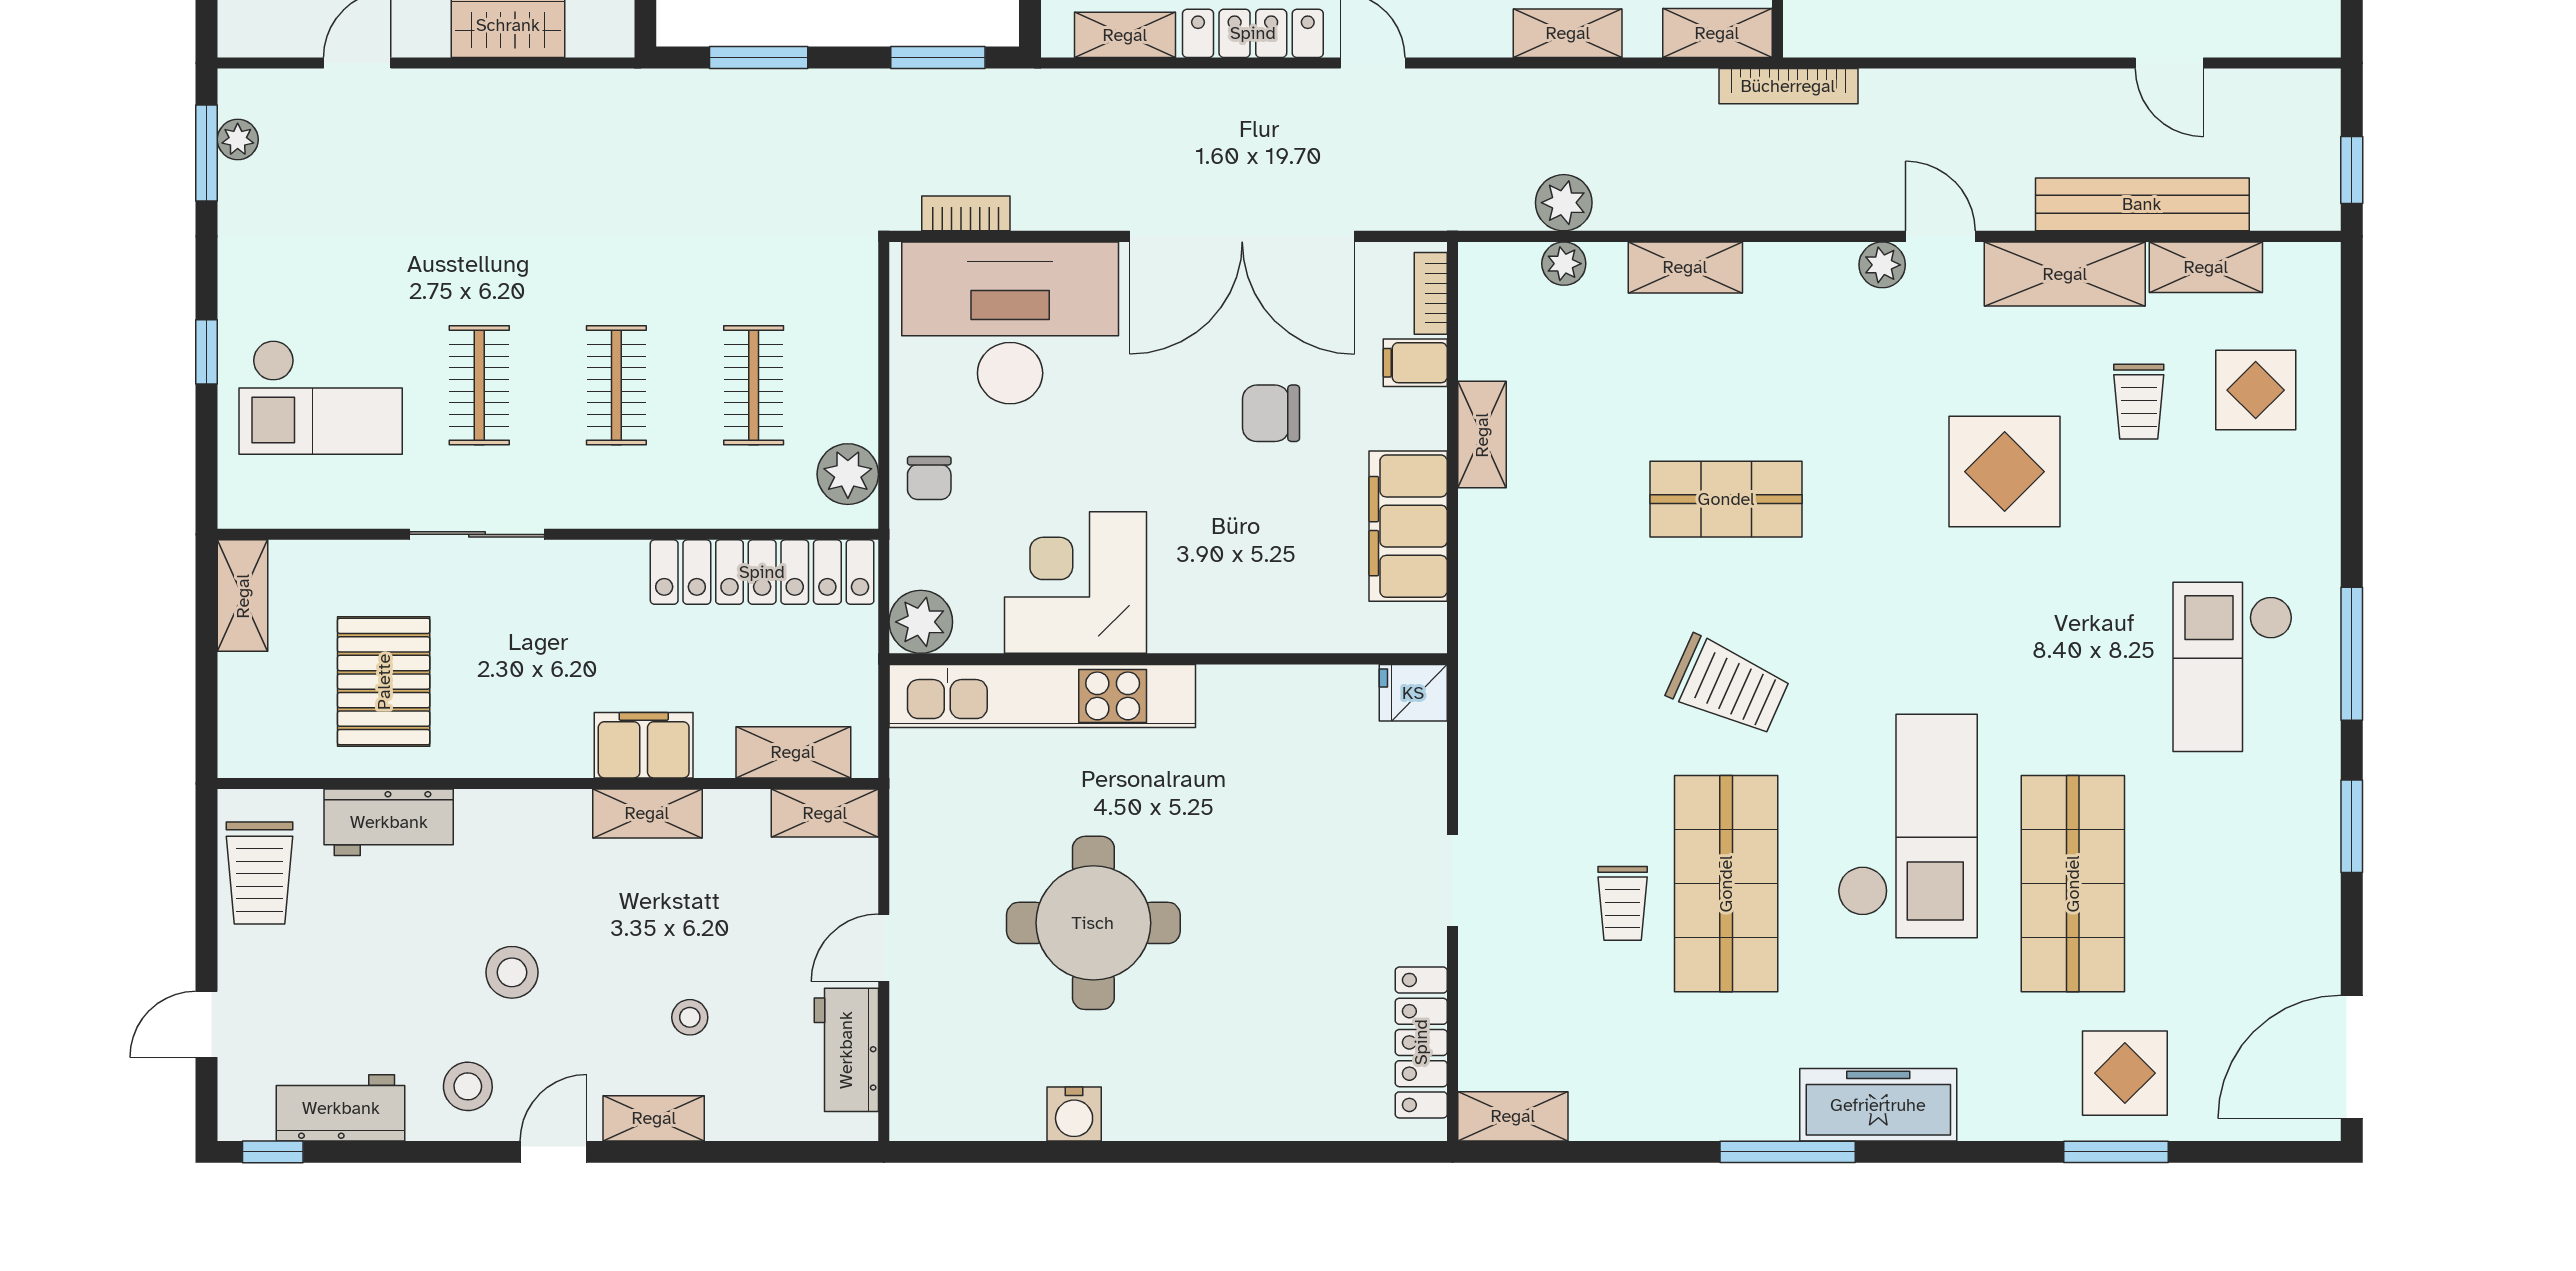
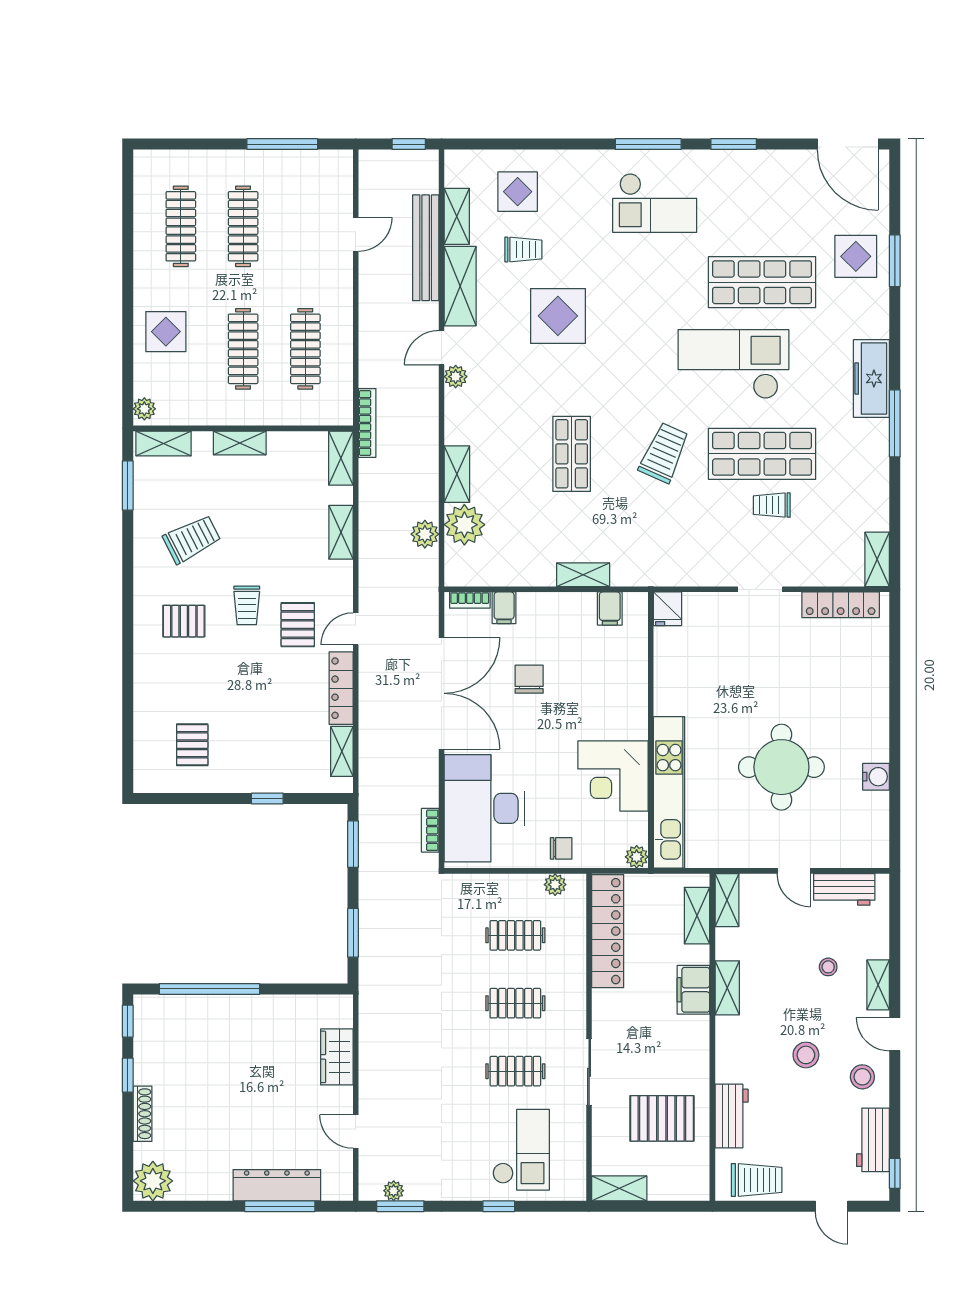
plant: (1564, 264) -> (464, 525), width x1.88, depth x1.88
chair: (1271, 413) -> (529, 679), turned 180
shelving: (1482, 435) -> (583, 575), moved
plant: (848, 474) -> (555, 885), width x0.73, depth x0.73
filing cabinet: (1408, 526) -> (610, 609), width x0.33, depth x0.86
plant: (921, 622) -> (637, 857), width x0.73, depth x0.73
trolley: (1623, 903) -> (772, 505), turned 180

